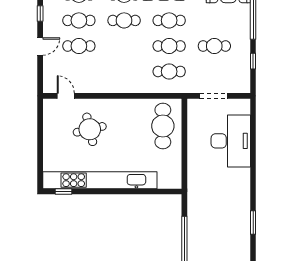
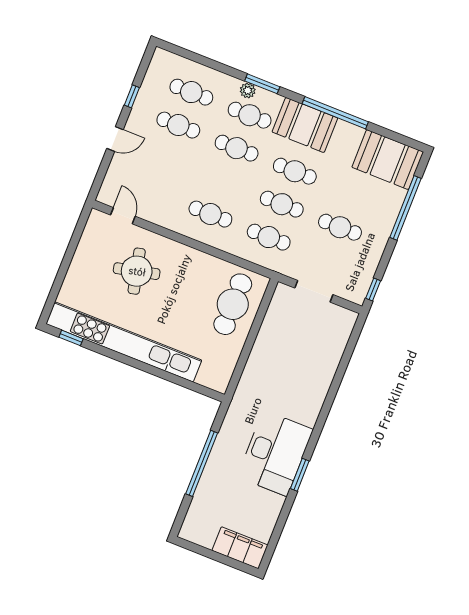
cafe table: (79, 46) -> (210, 214), moved
window: (253, 61) -> (373, 290), moved
desk: (231, 141) -> (275, 453), moved

